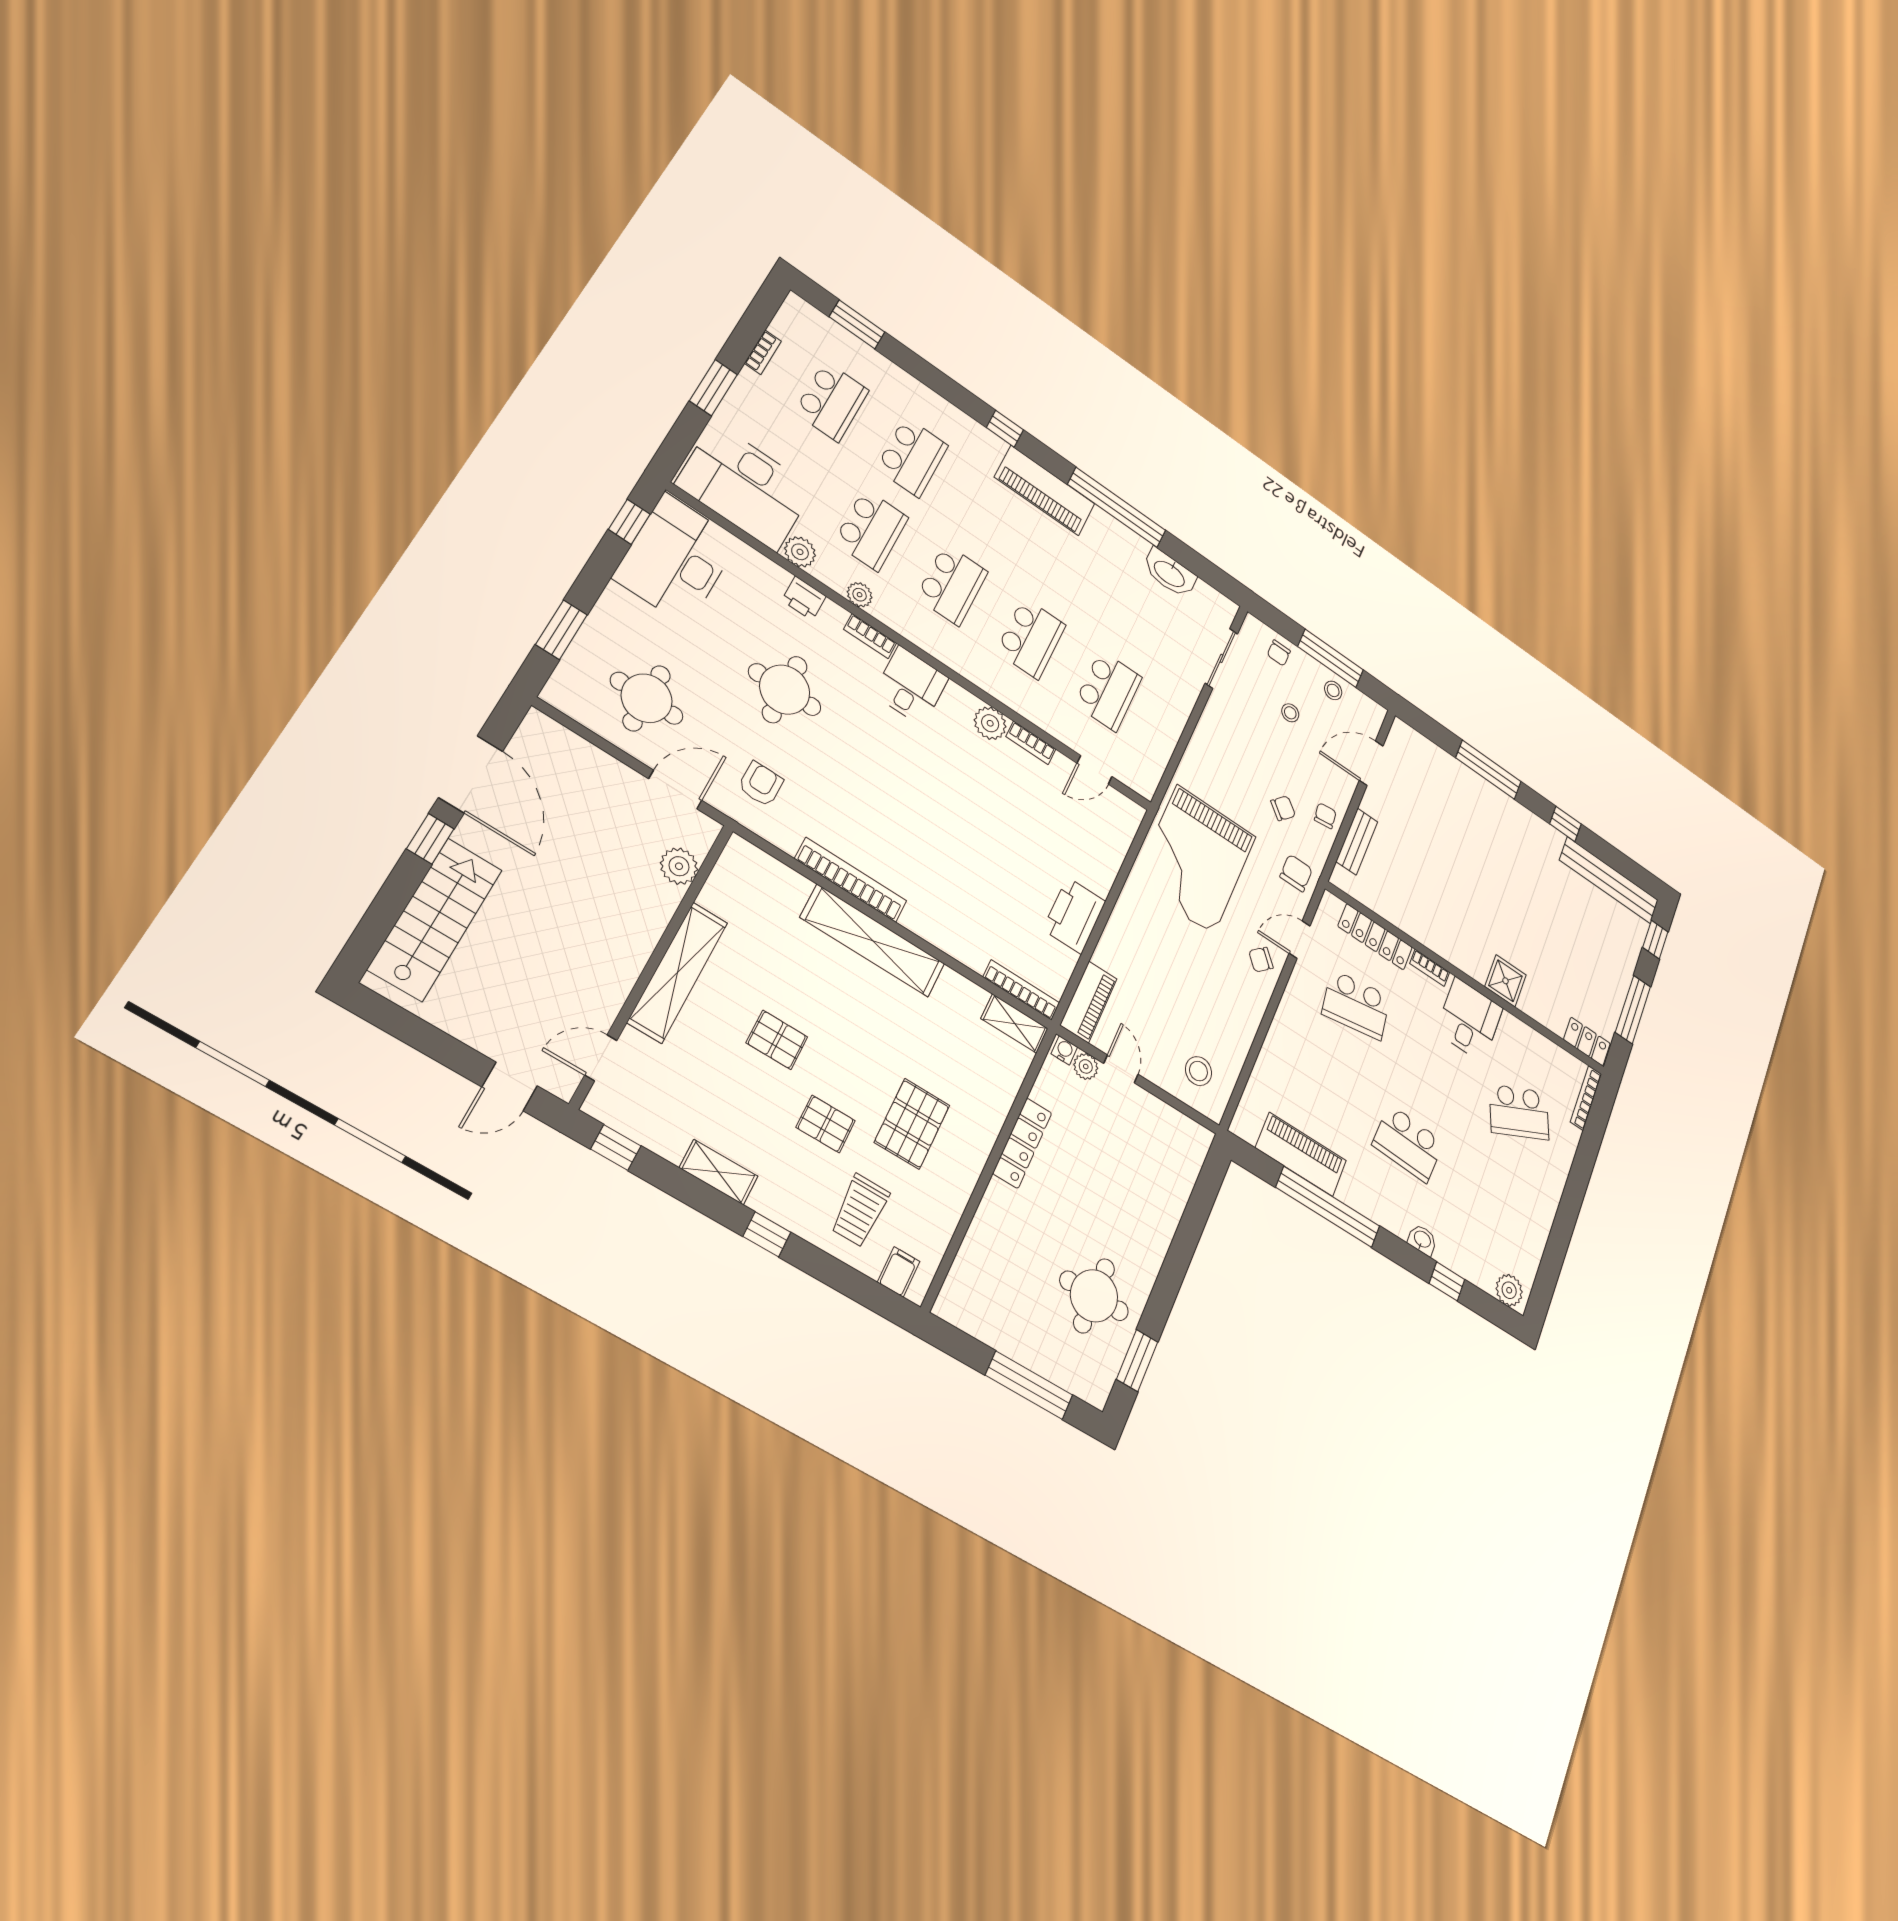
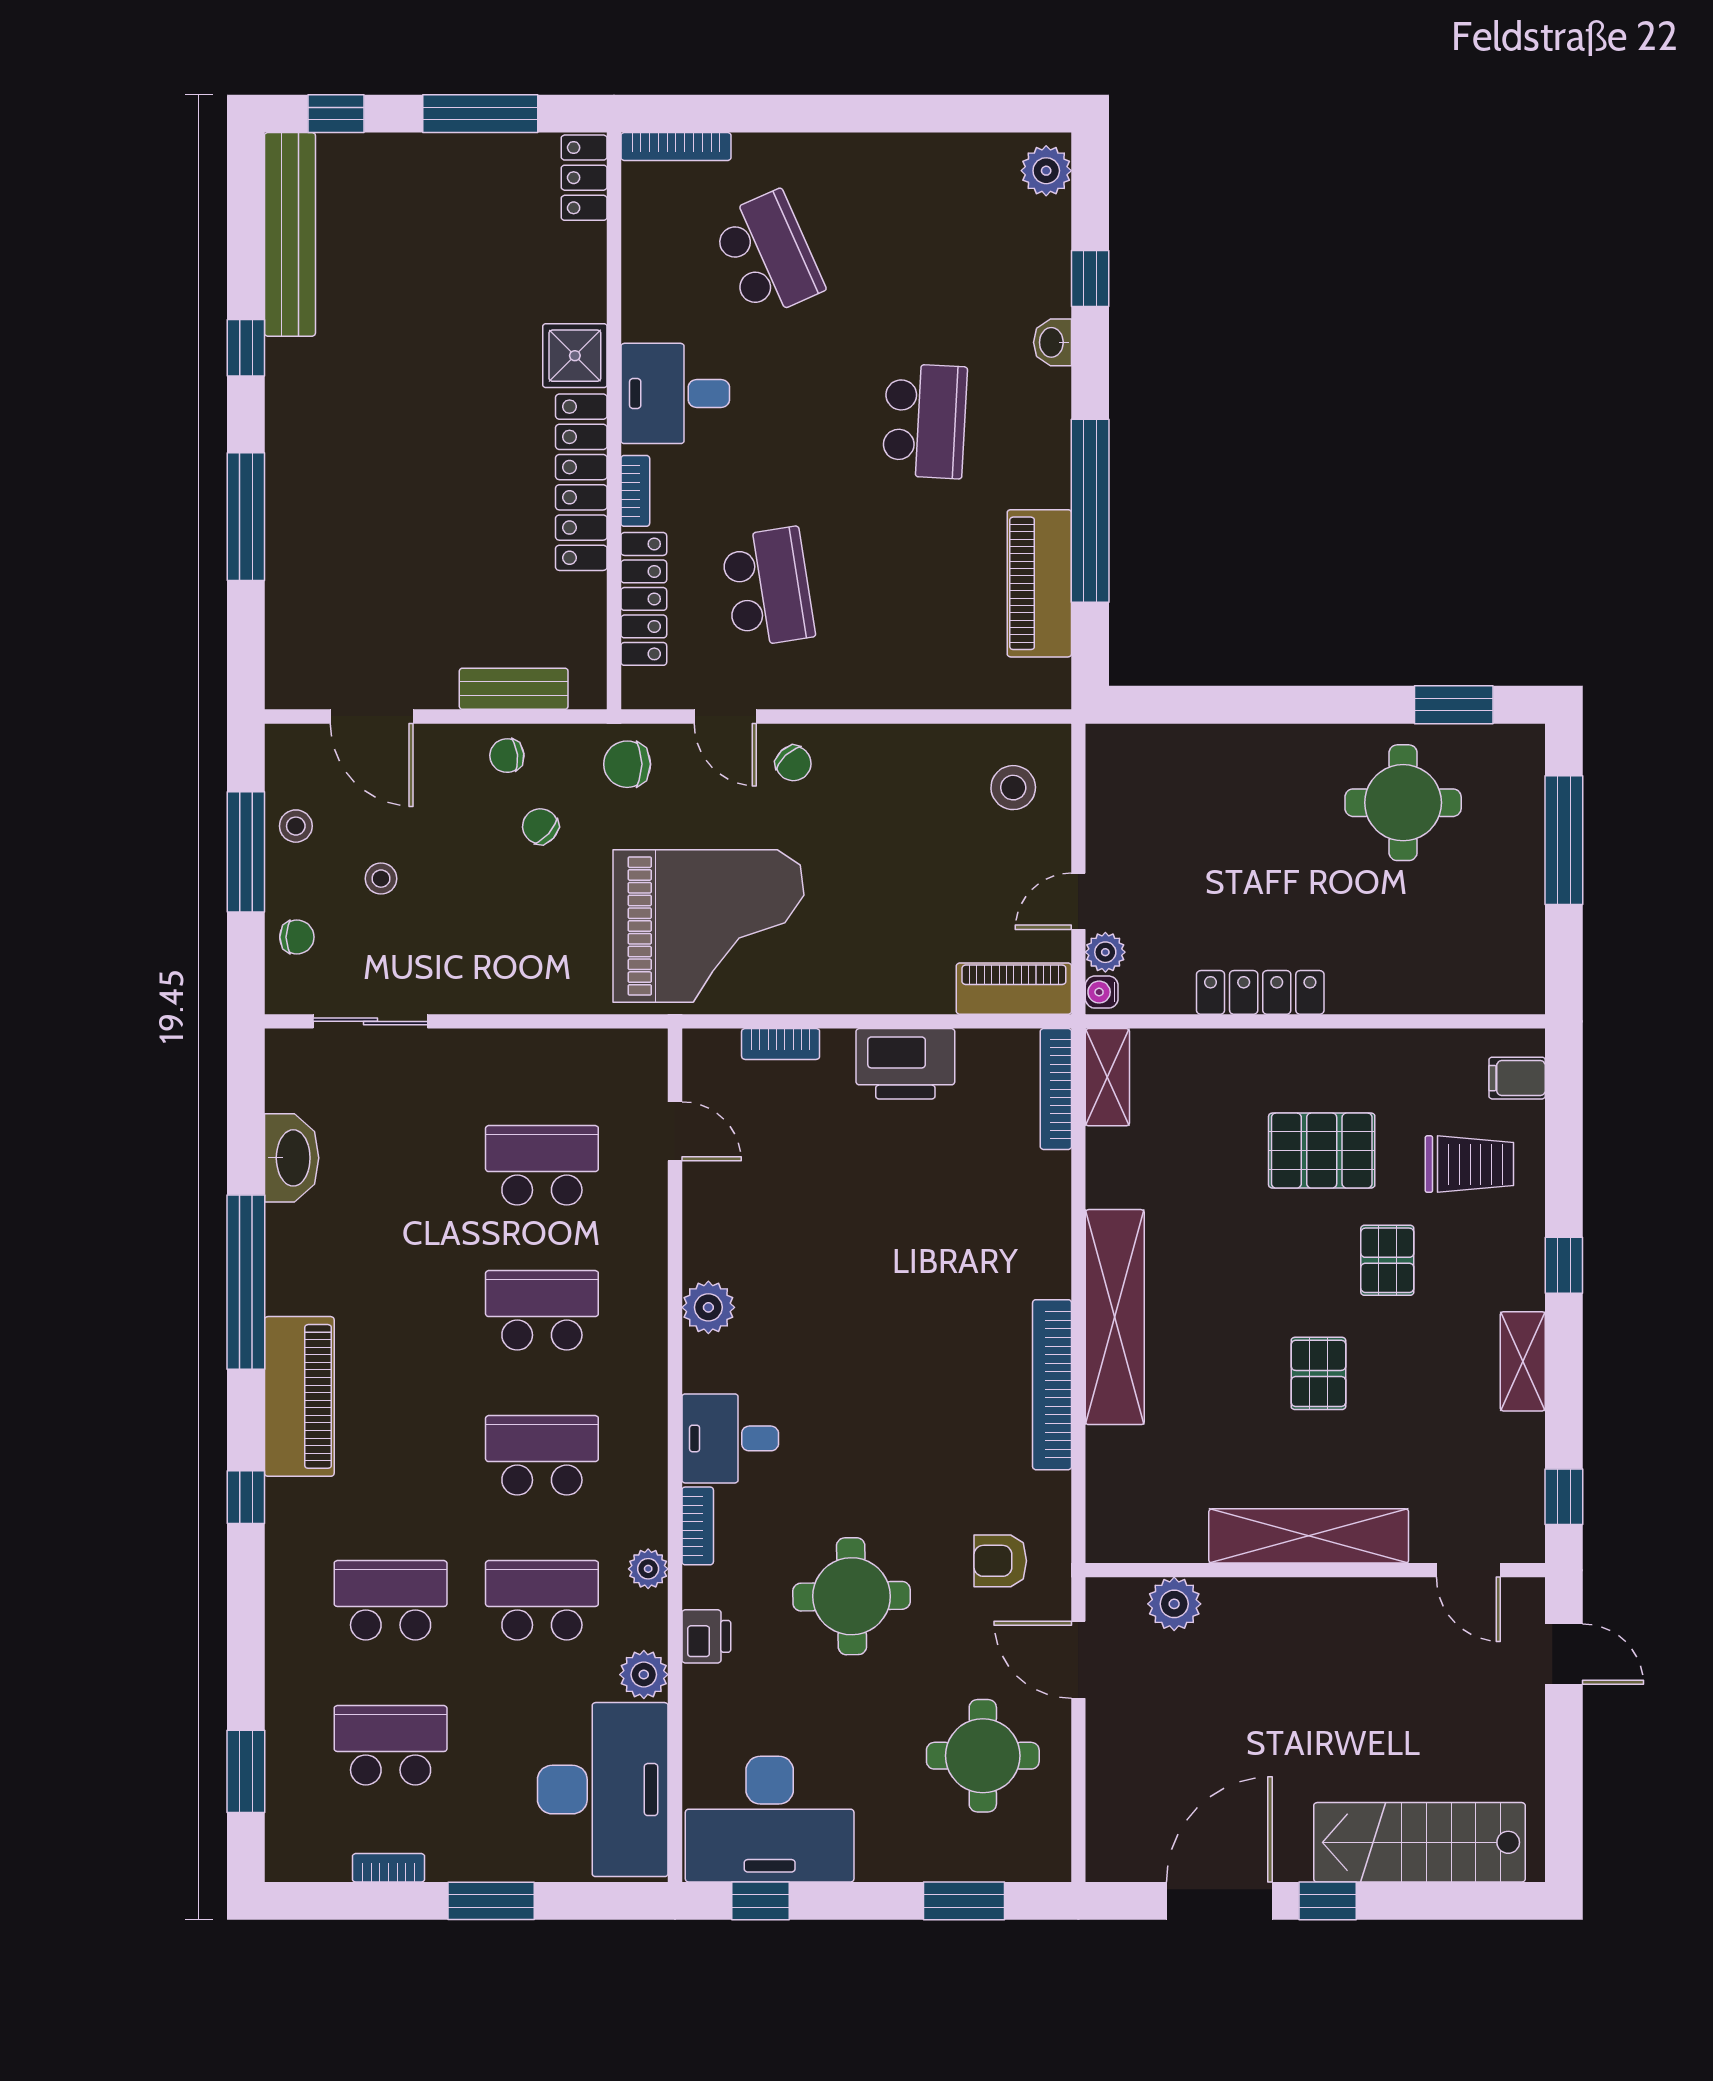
bookcase: (1031, 743) -> (781, 1044), moved, turned 90
locker: (1444, 943) -> (581, 482), added

